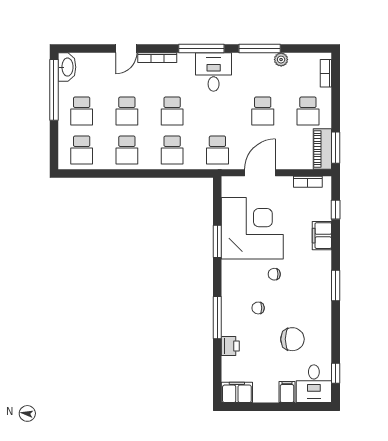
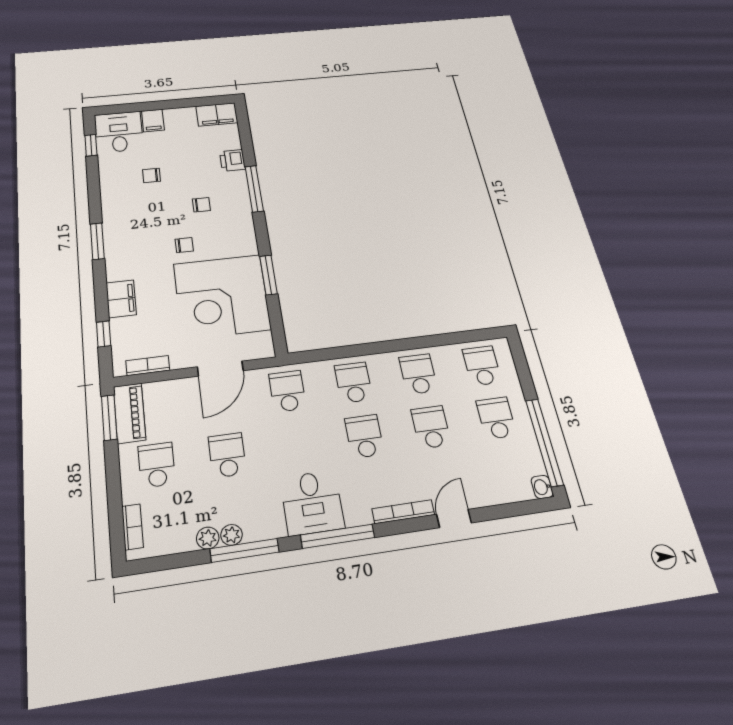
plant: (266, 59) -> (231, 535), added
washbasin: (67, 67) -> (542, 487), width x0.52, depth x0.69
chair: (292, 339) -> (151, 175), width x0.54, depth x0.54

